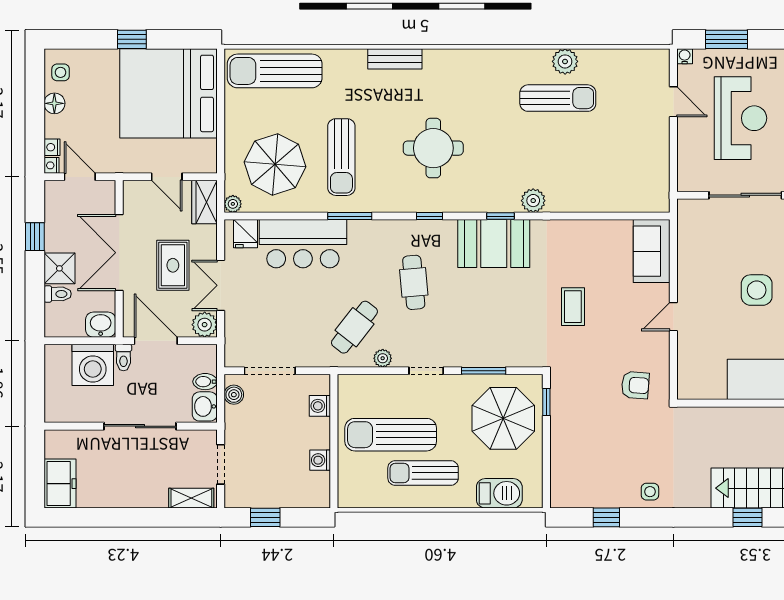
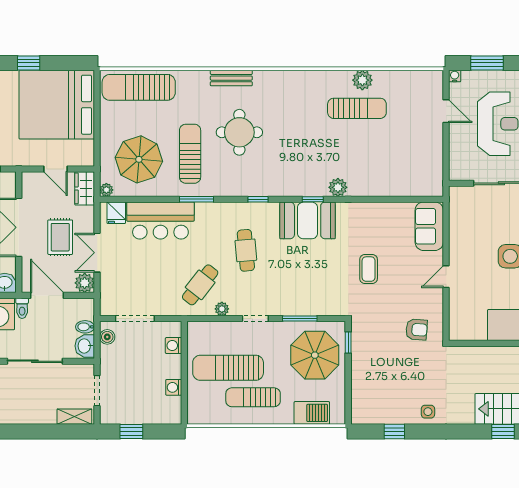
round table: (433, 148) -> (239, 132), moved
sun lounger: (341, 157) -> (190, 154), turned 180

